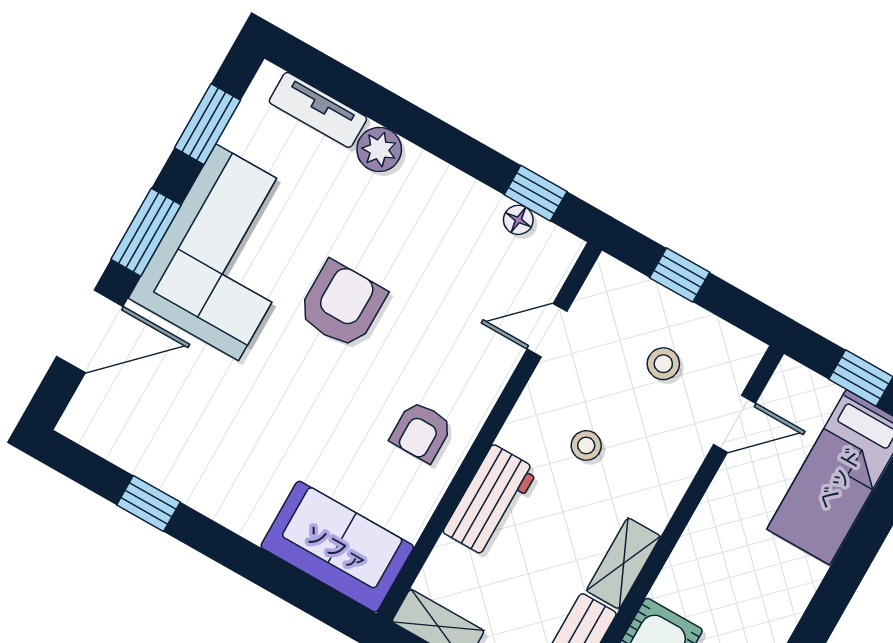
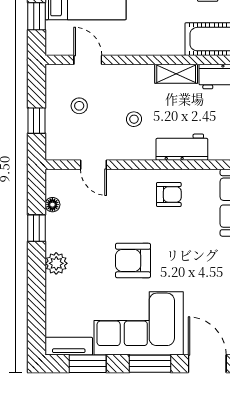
tv unit: (318, 110) -> (69, 346), moved, turned -90
plant: (379, 149) -> (56, 263), moved
window: (536, 193) -> (37, 228), moved

